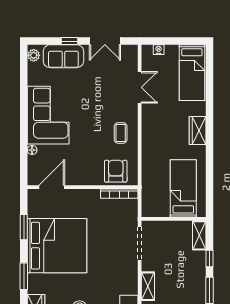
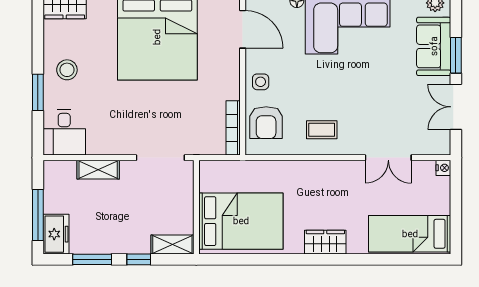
window: (70, 41) -> (456, 55), width x1.50
nightstand: (159, 50) -> (443, 168), moved
armchair: (116, 171) -> (266, 123), turned 90
side table: (88, 175) -> (261, 82), added
bed: (183, 188) -> (241, 221), width x1.50

